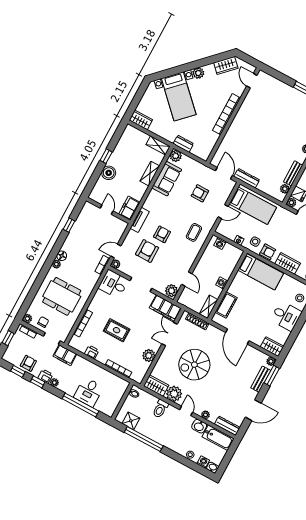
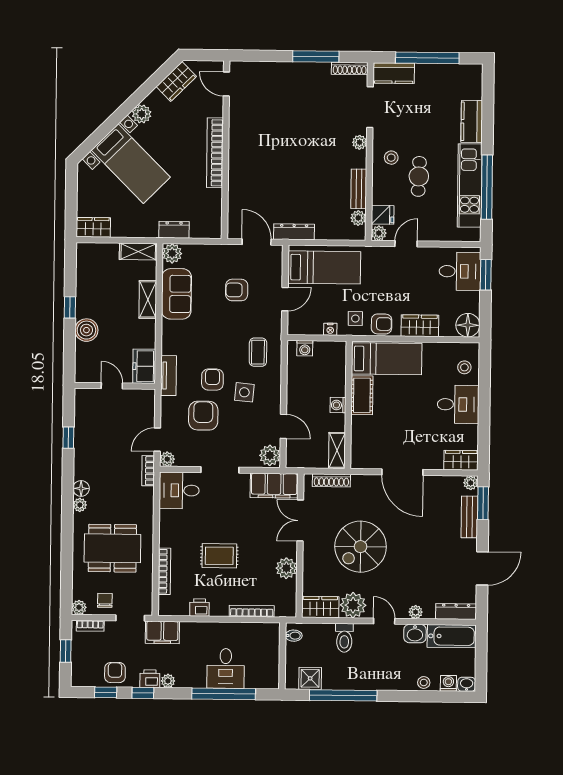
side table: (175, 250) -> (244, 392), added
cot: (226, 305) -> (362, 395), moved

